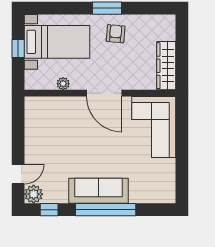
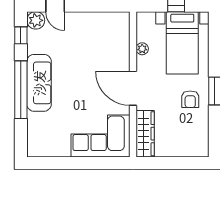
armchair: (116, 34) -> (190, 99), turned 85
wardrobe: (166, 66) -> (145, 134), moved, turned 90
door: (104, 93) -> (133, 88), hinge flipped

